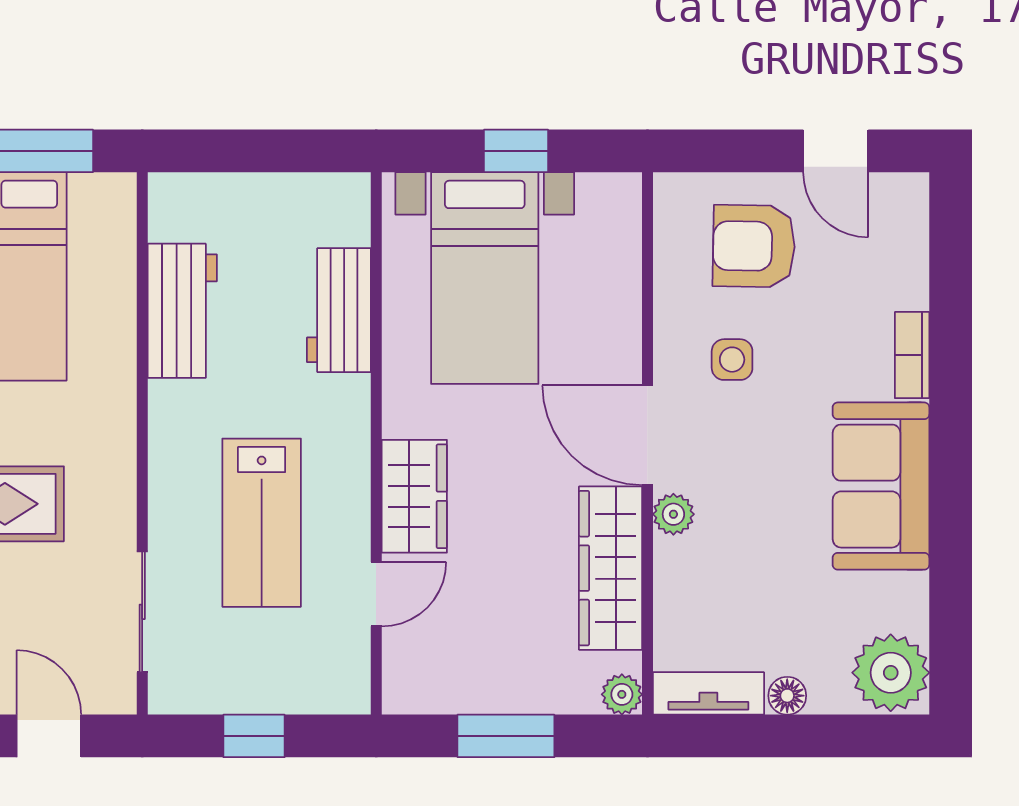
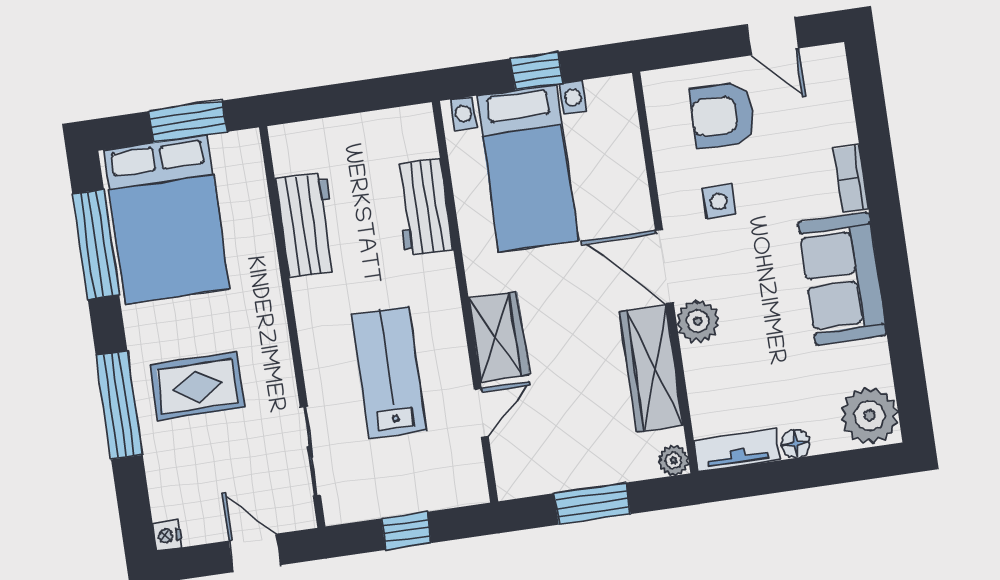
plant: (673, 514) -> (698, 321), width x1.38, depth x1.38
lab bench: (262, 523) -> (389, 373), turned 180

